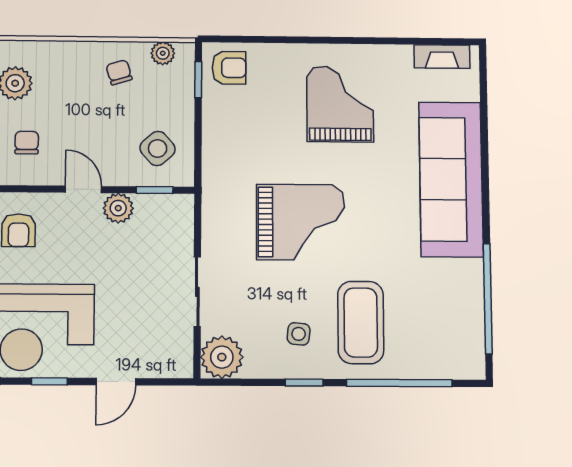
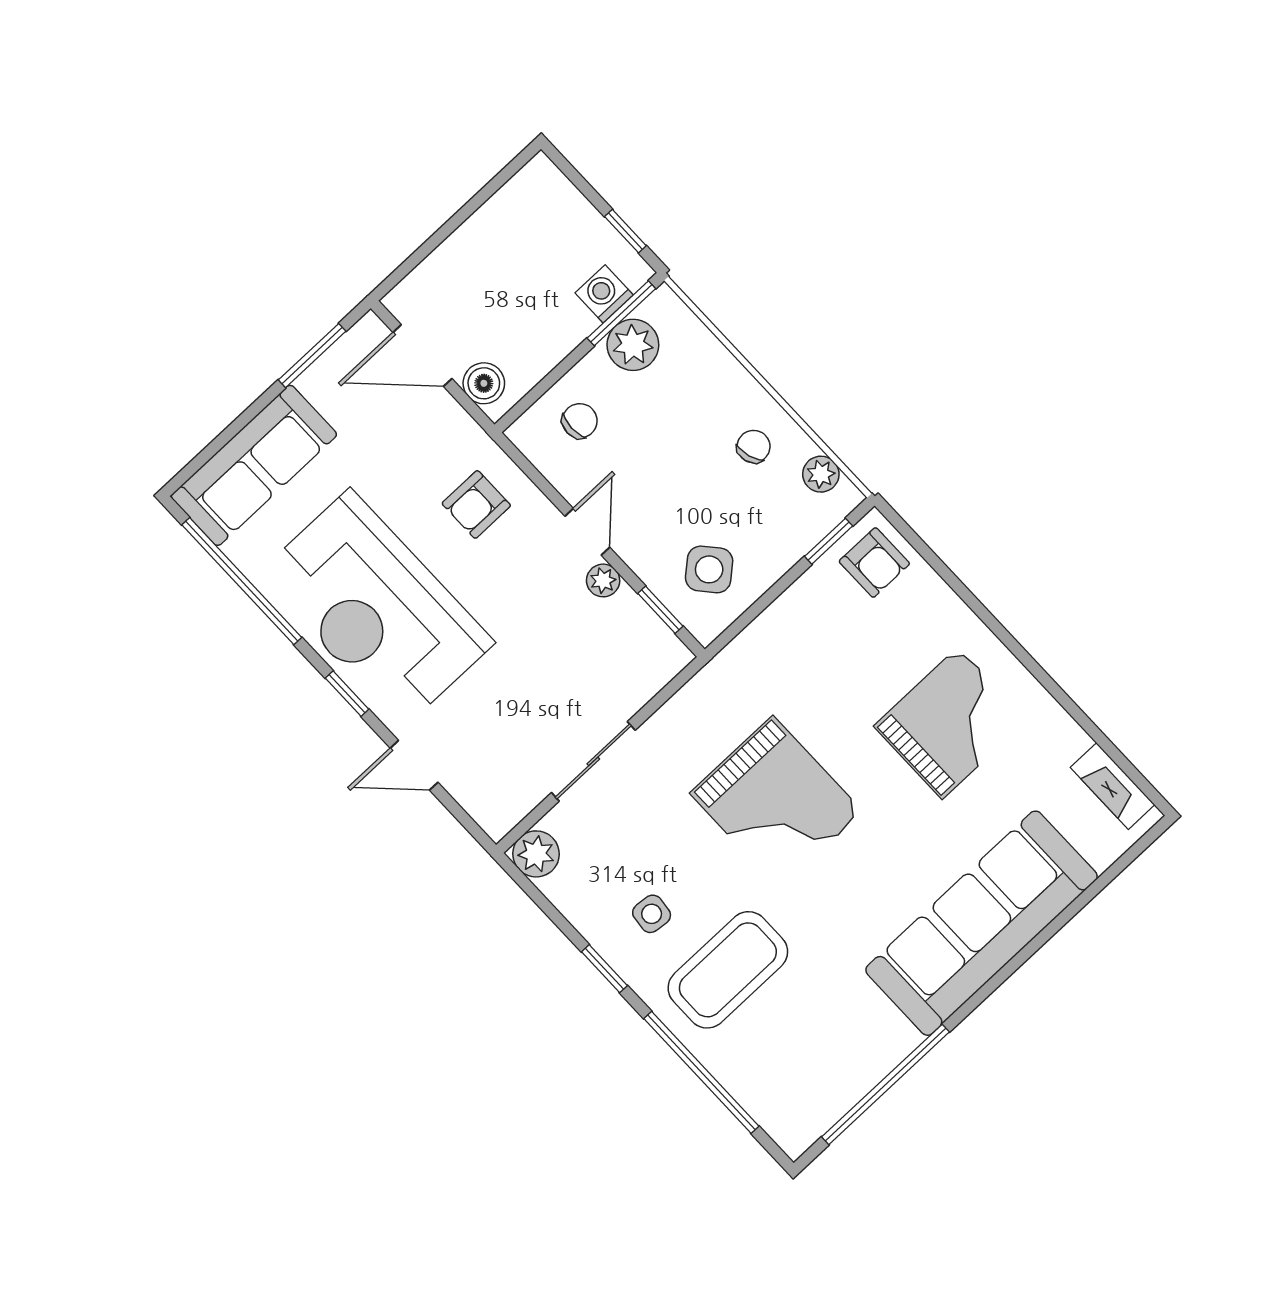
plant: (118, 208) -> (603, 580), width x0.73, depth x0.73
plant: (222, 357) -> (536, 854), width x0.73, depth x0.73

